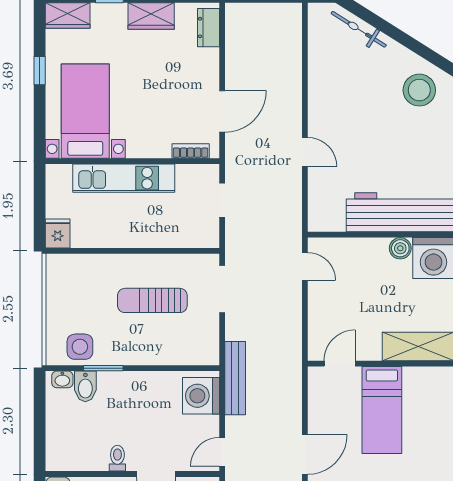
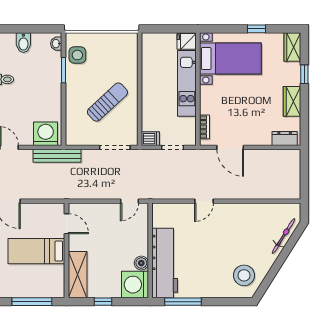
fridge: (58, 233) -> (187, 41), moved, turned 180
dishwasher: (209, 234) -> (150, 139), added
sun lounger: (152, 300) -> (107, 102), turned 47
bidet: (85, 386) -> (23, 43), moved, turned -90

